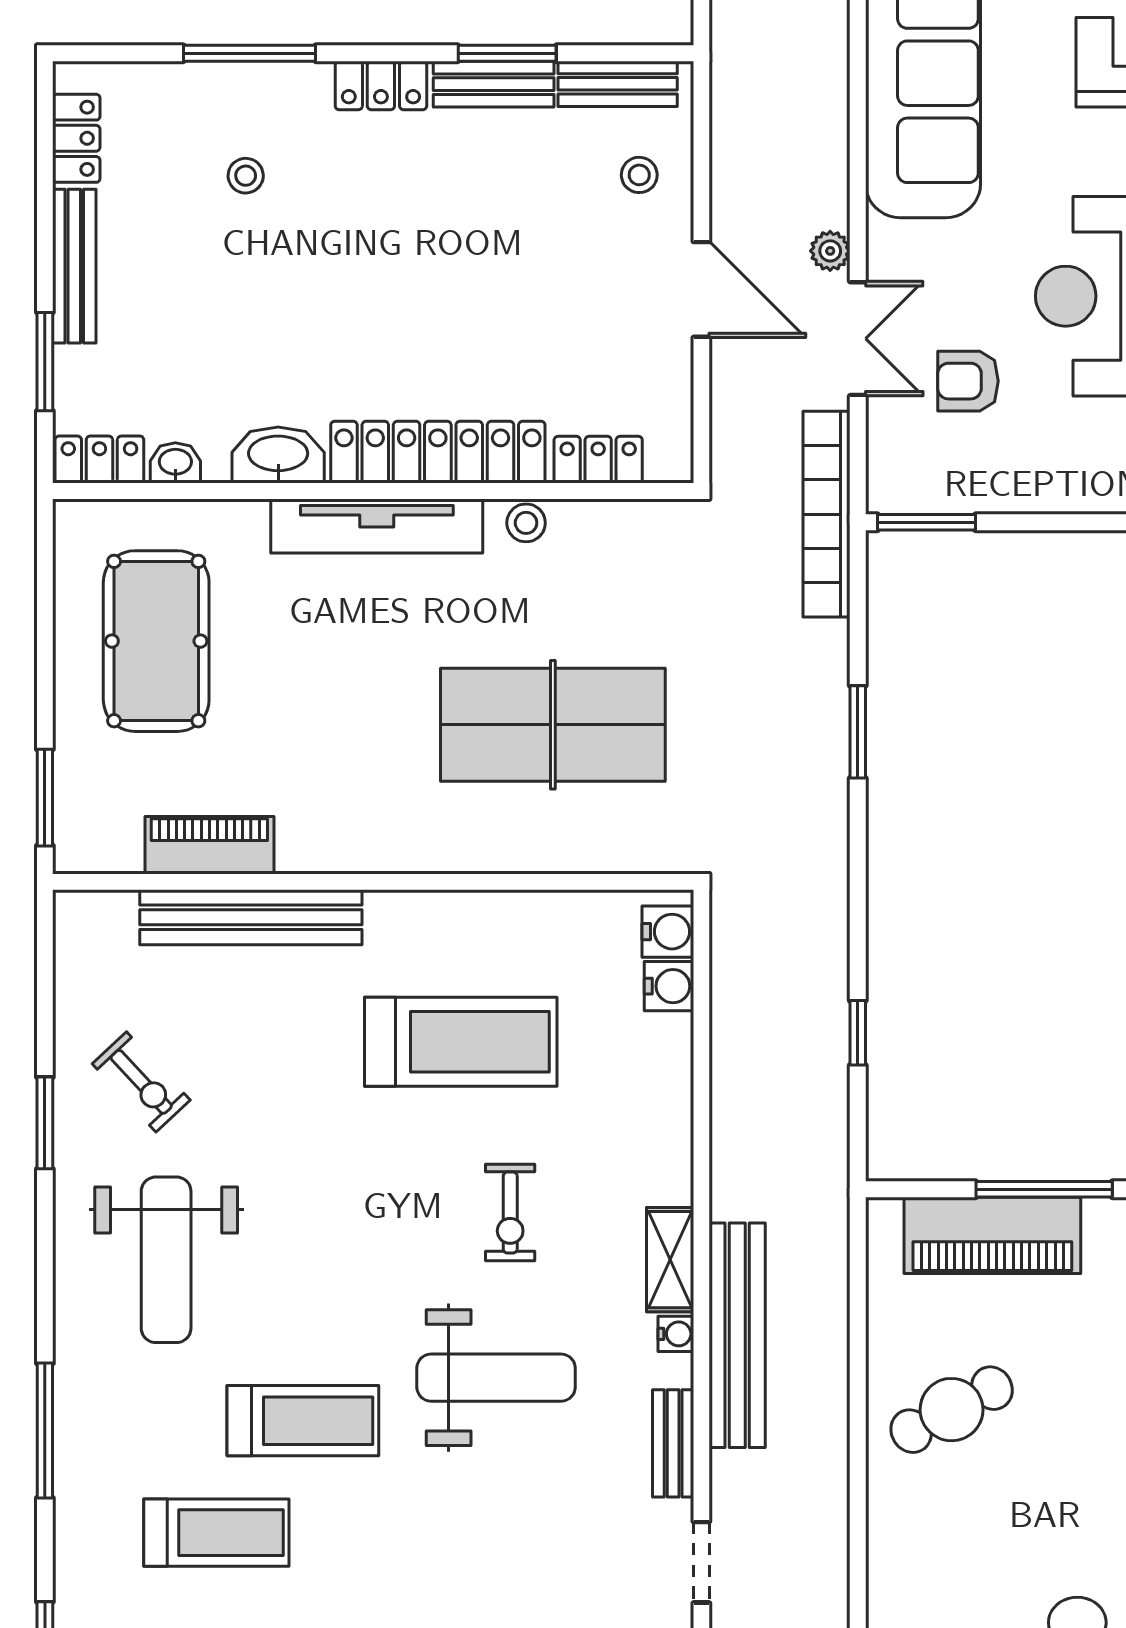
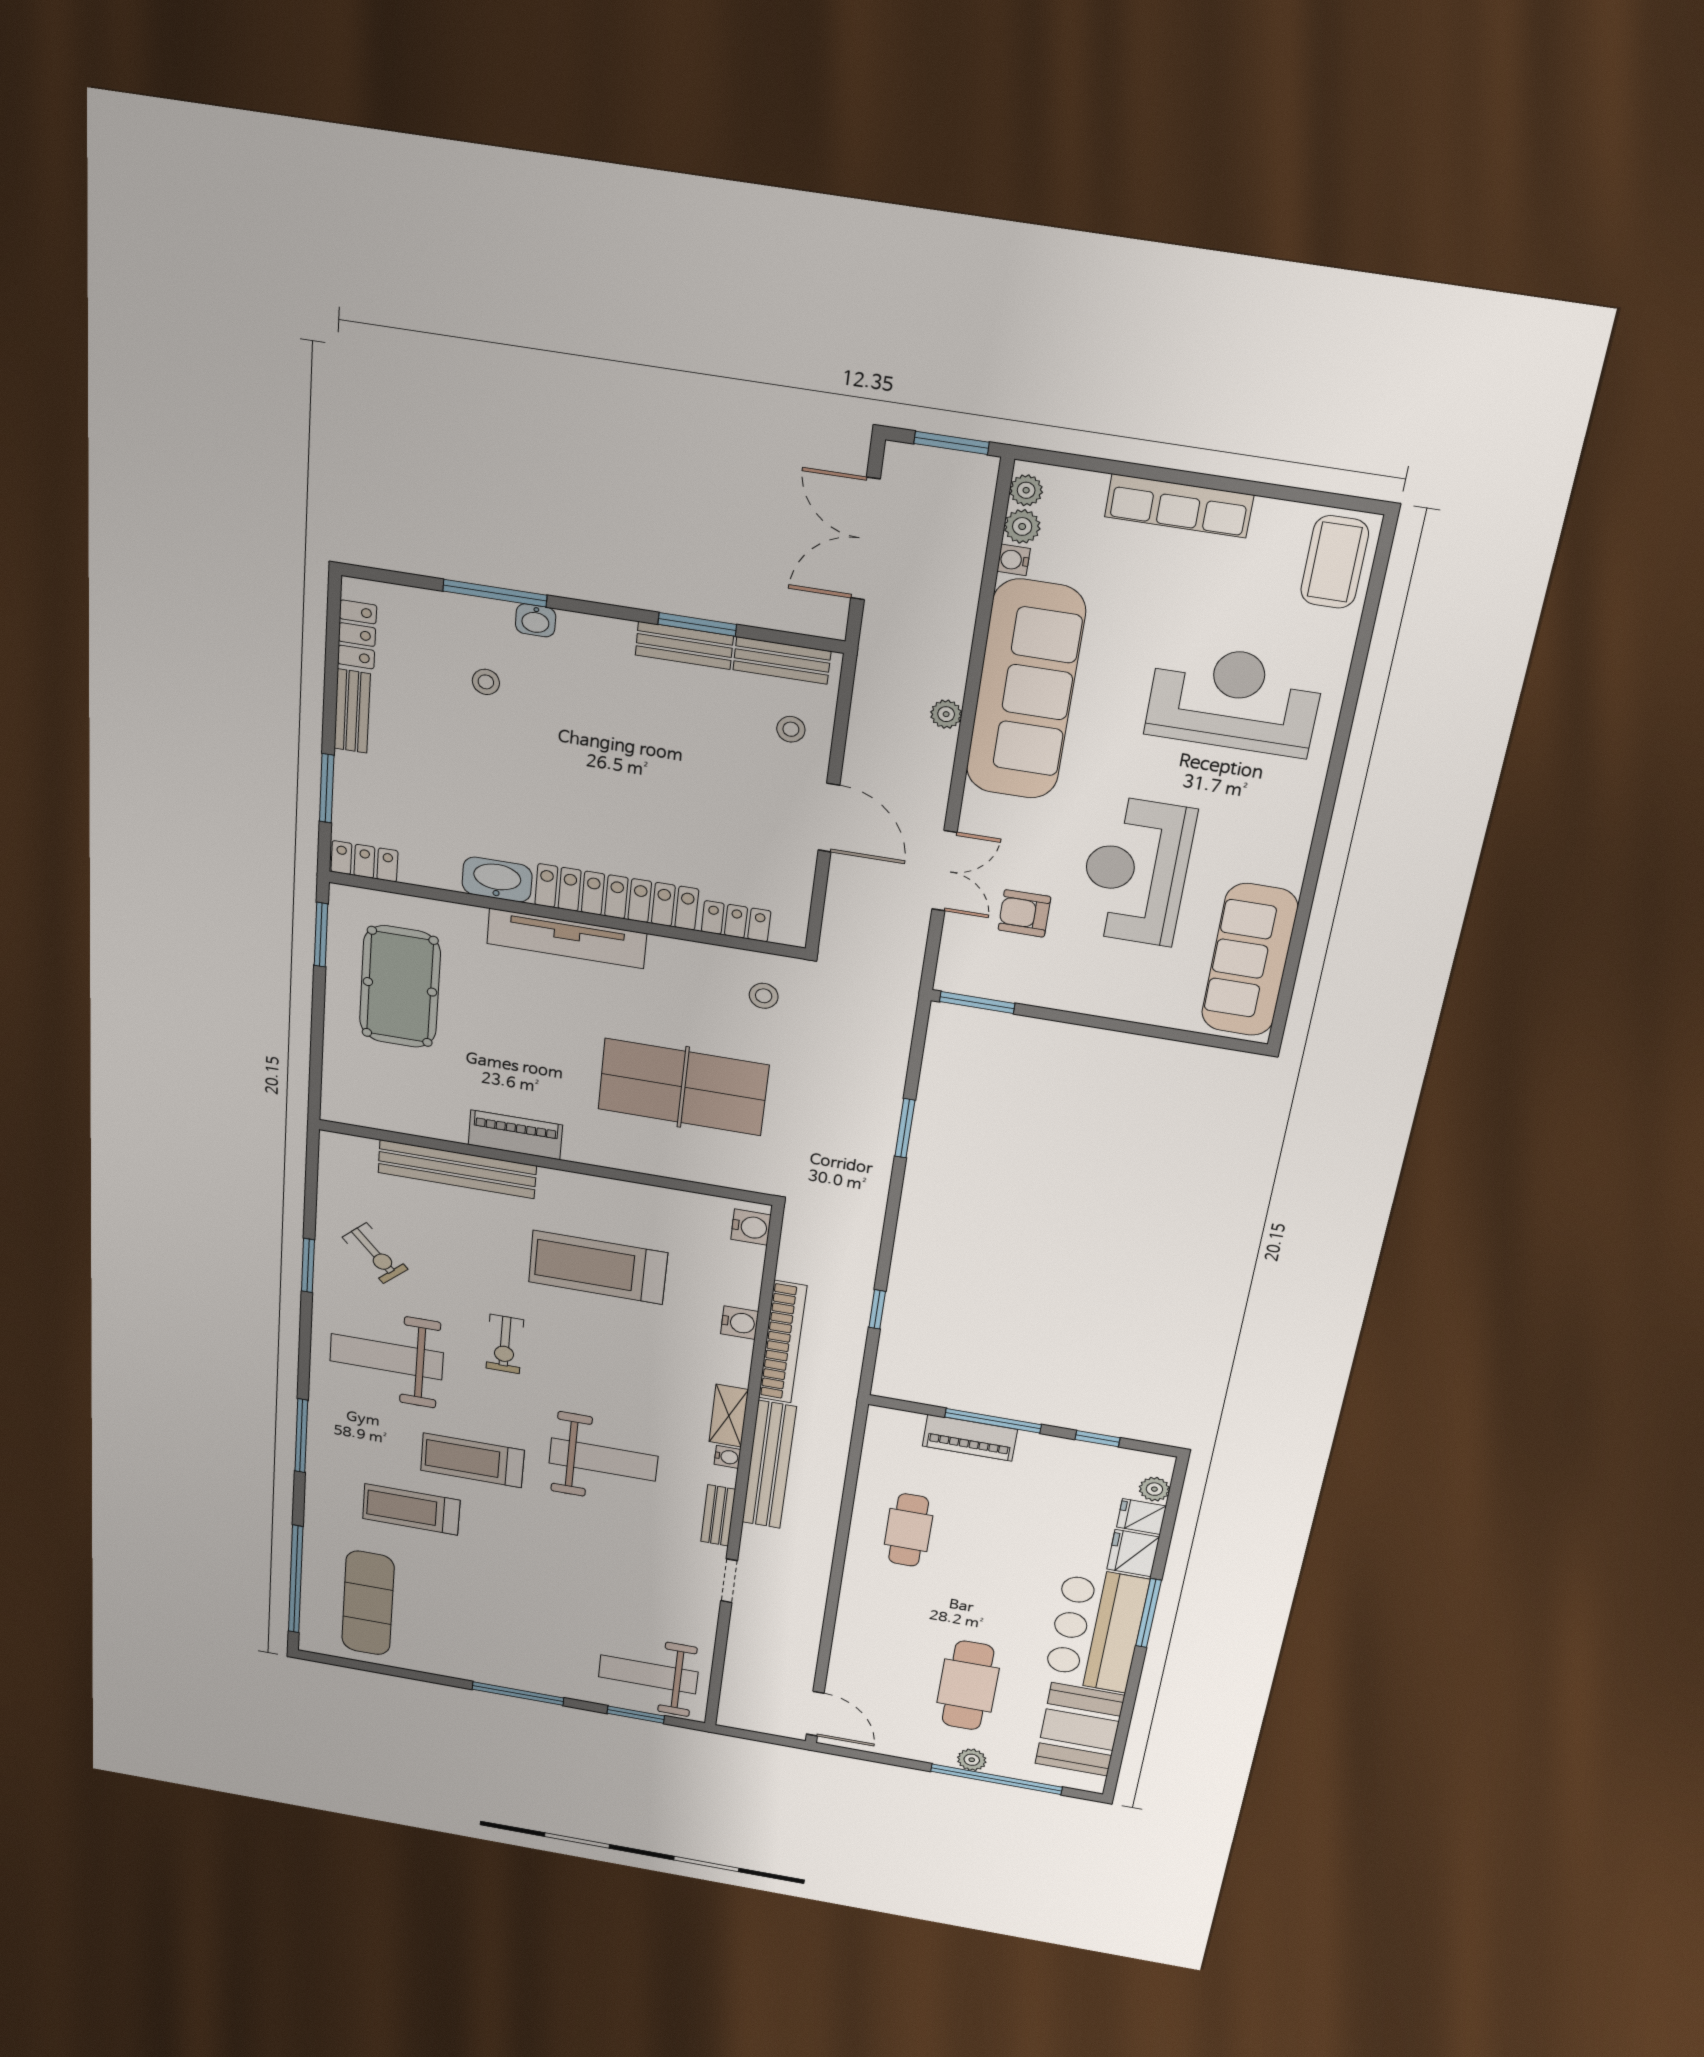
locker: (381, 85) -> (596, 633), removed
plant: (830, 251) -> (946, 714), moved
bench: (74, 266) -> (352, 711), width x0.73
washbasin: (175, 463) -> (536, 620), moved, turned 180
bookcase: (827, 514) -> (782, 1342), moved, turned 180
stool: (526, 523) -> (764, 996), moved
window: (45, 798) -> (321, 935), moved
piano: (209, 845) -> (515, 1135), moved
water cooler: (669, 986) -> (740, 1323), moved
treadmill: (461, 1042) -> (598, 1267), turned 180
exercise bike: (510, 1213) -> (505, 1344), moved
piano: (992, 1235) -> (970, 1438), width x0.73, depth x0.75
weight bench: (166, 1260) -> (387, 1357), turned 90
cafe table: (952, 1410) -> (909, 1530), turned -62
treadmill: (303, 1421) -> (472, 1460), turned 180
treadmill: (216, 1533) -> (411, 1509), turned 180

